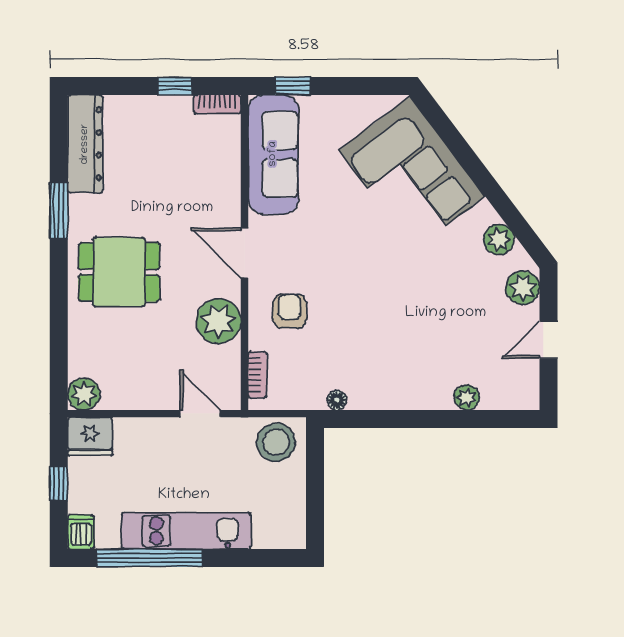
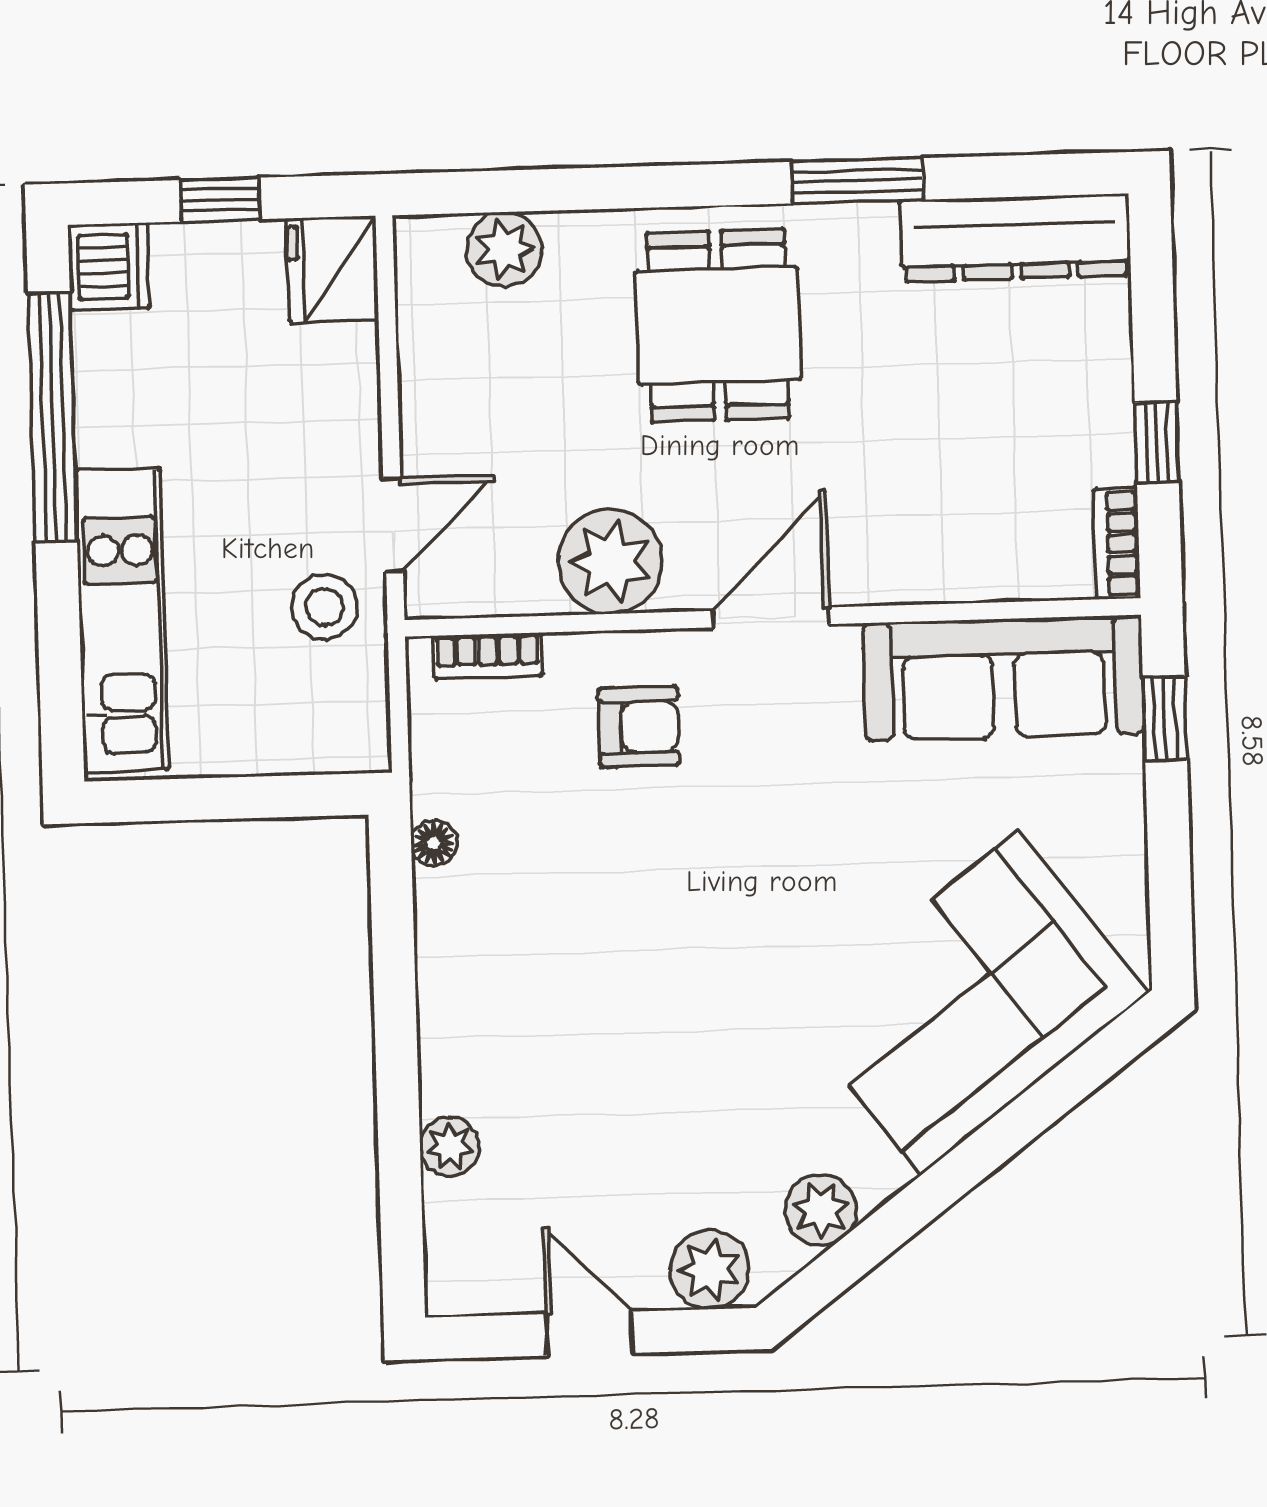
plant: (84, 394) -> (504, 250), moved
stool: (276, 442) -> (324, 607), moved, width x0.73, depth x0.73
kitchen unit: (186, 531) -> (122, 620), moved
dishwasher: (81, 532) -> (109, 267), width x1.38

